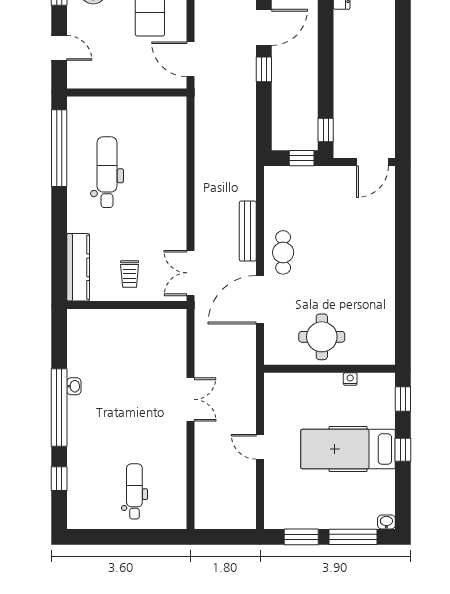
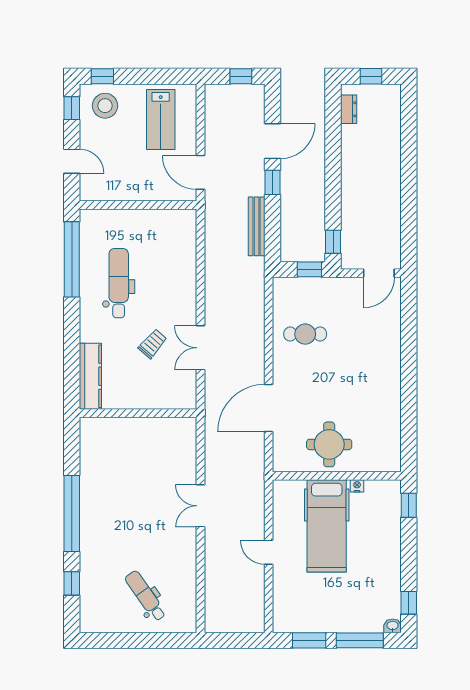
bench: (248, 231) -> (257, 226), moved
cafe table: (283, 252) -> (305, 334), moved, turned 90
double door: (191, 273) -> (201, 348), moved
trolley: (130, 274) -> (153, 344), moved, turned -139
washbasin: (74, 386) -> (86, 493), removed
double door: (191, 399) -> (201, 506), swing flipped
hospital bed: (348, 449) -> (327, 526), moved, turned -90
window: (403, 450) -> (409, 603), moved
dental chair: (134, 491) -> (146, 596), turned -35

